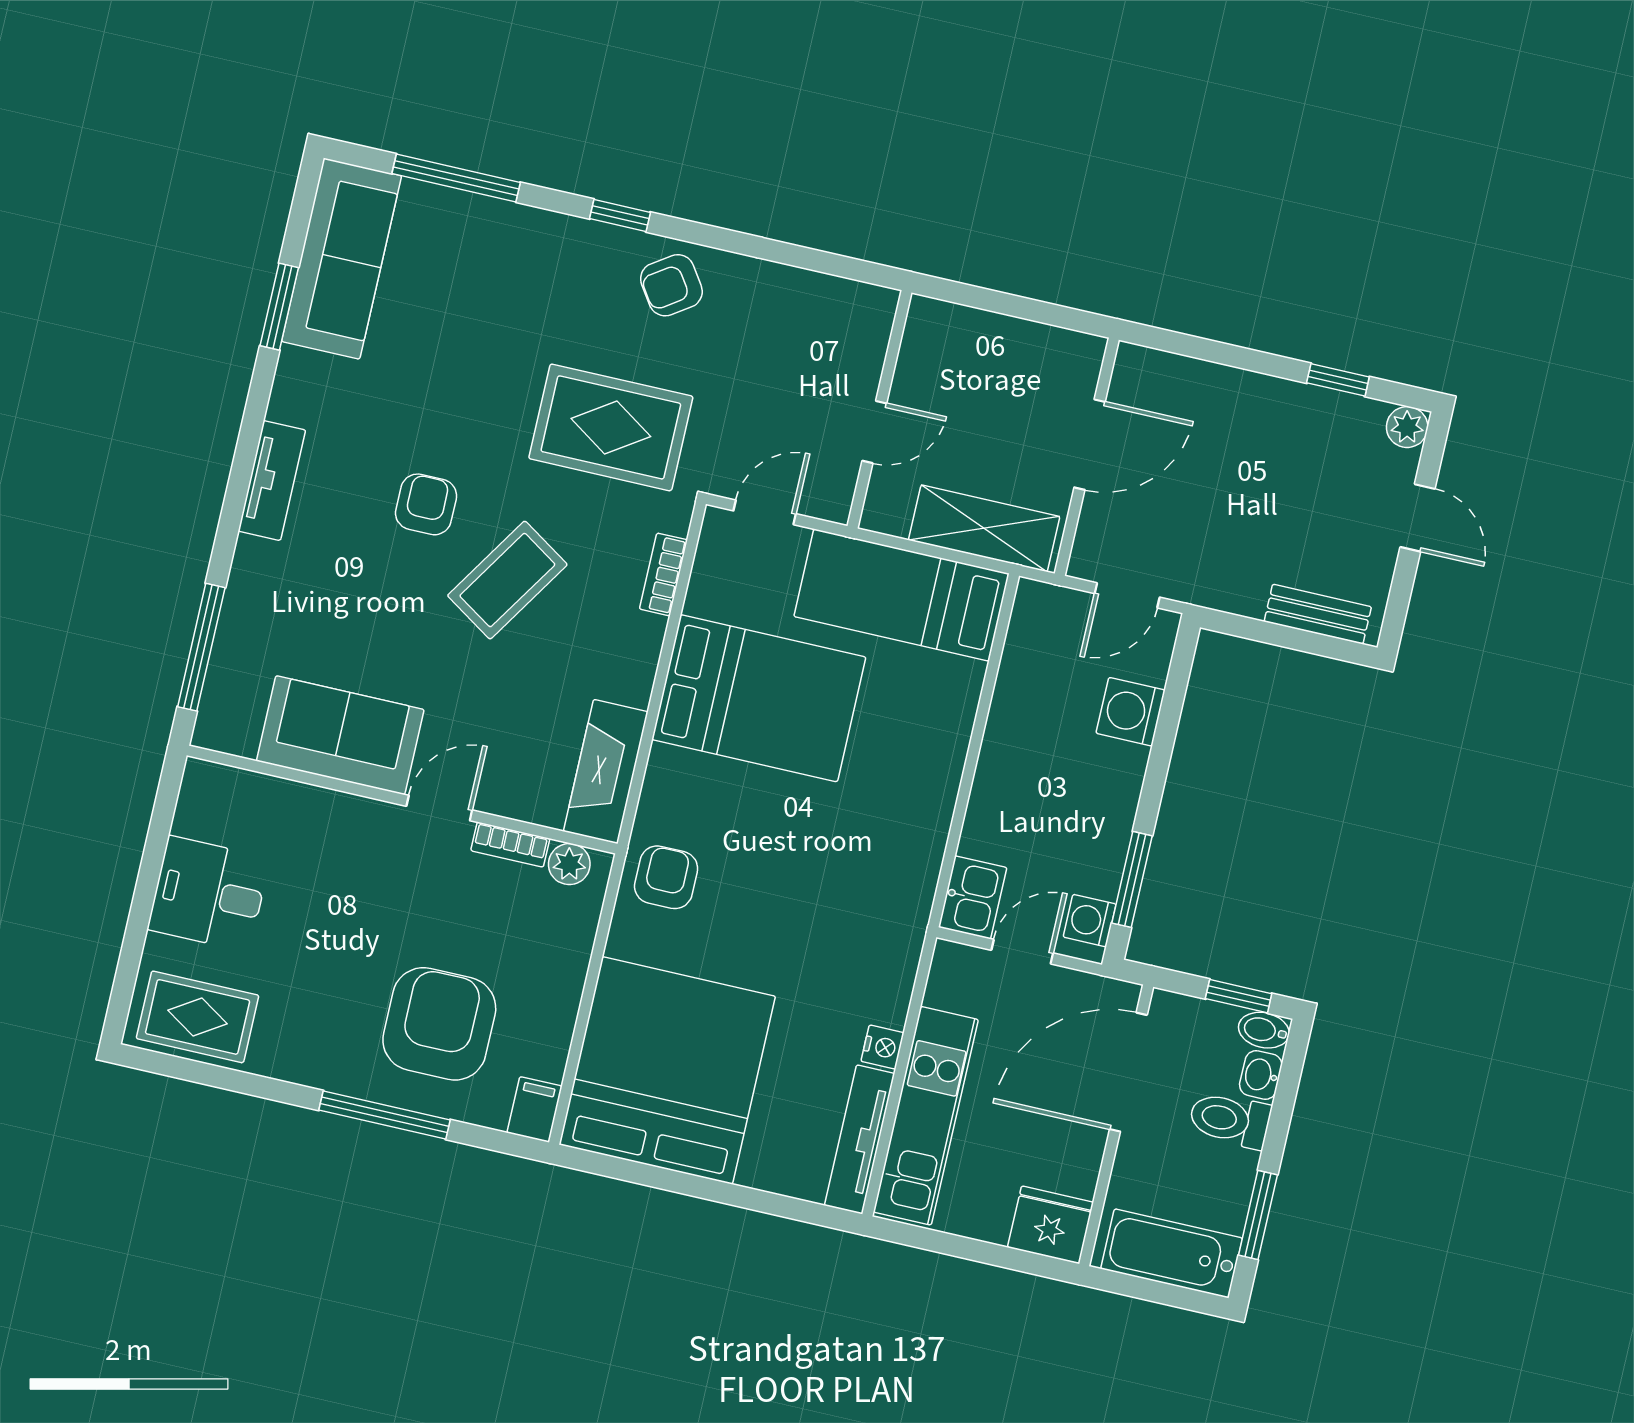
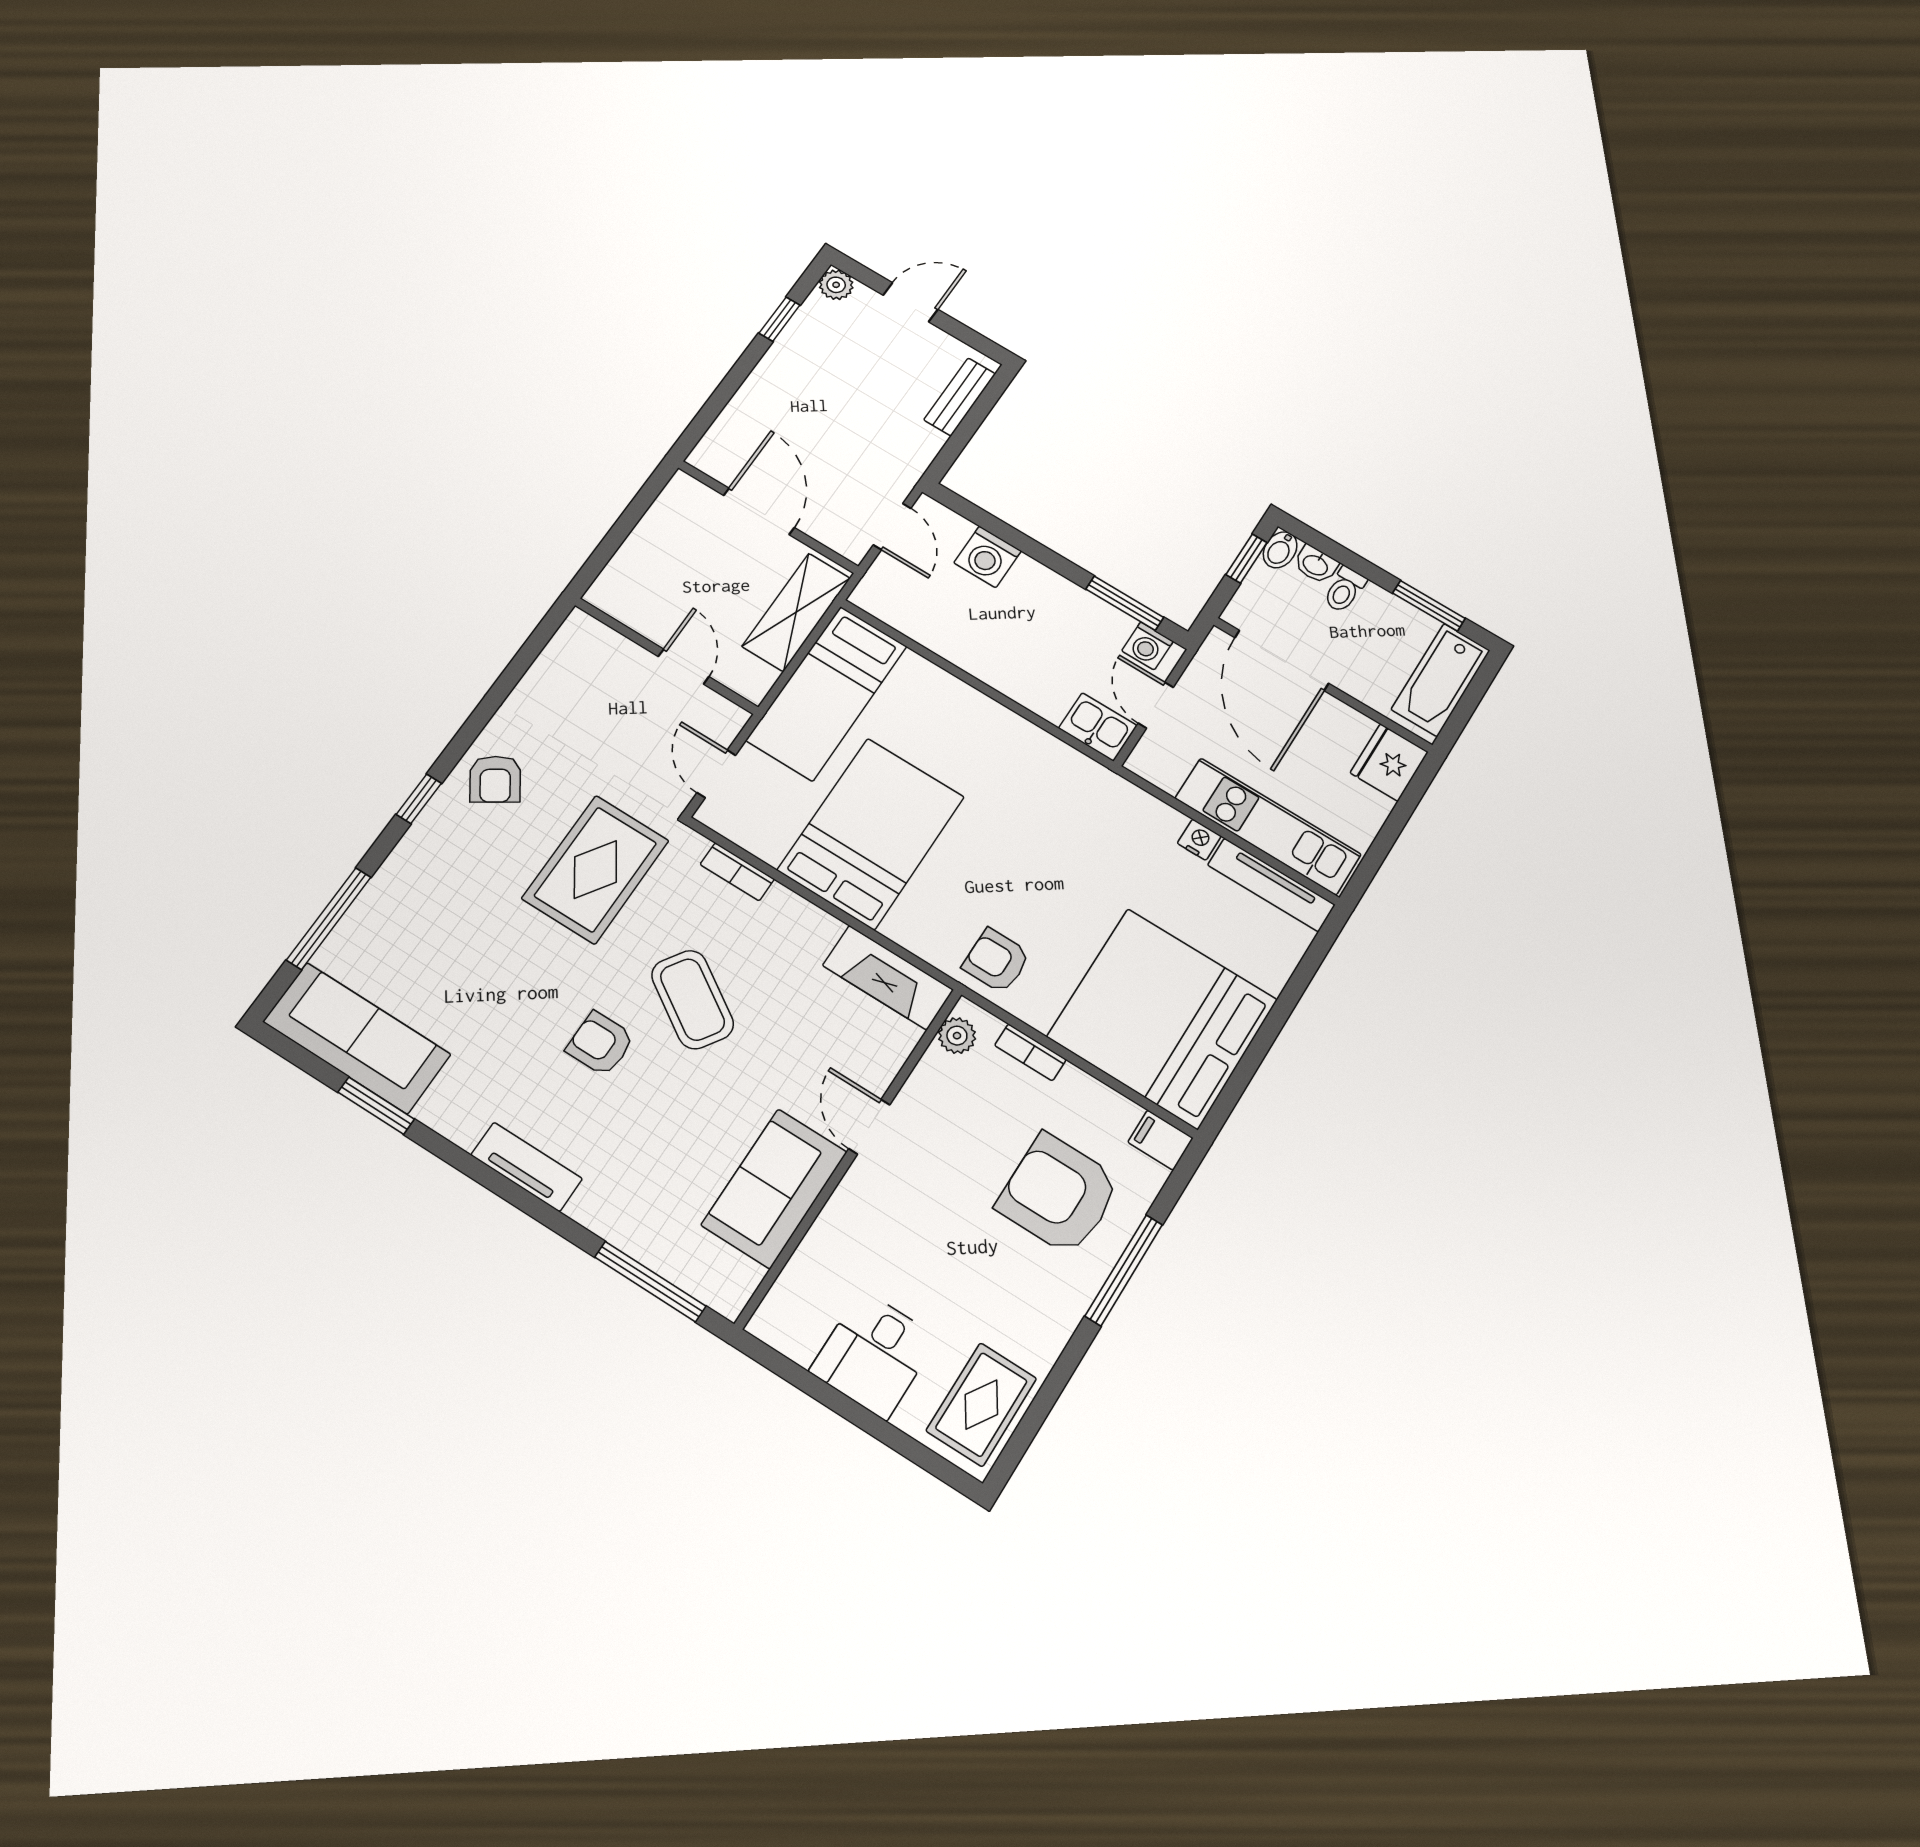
bookcase: (510, 845) -> (1030, 1052), moved, turned 90
toilet: (1230, 1120) -> (1344, 590), width x0.73, depth x0.72

